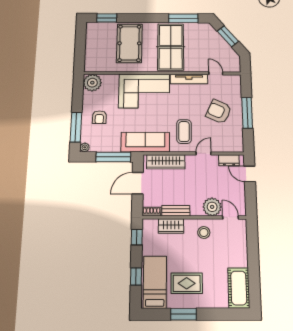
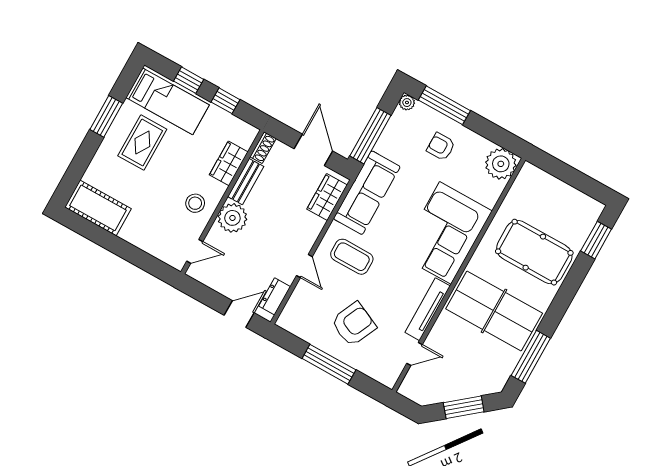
wardrobe: (166, 162) -> (327, 197), width x0.67
plant: (212, 207) -> (232, 218), moved
window: (137, 237) -> (225, 101), moved

